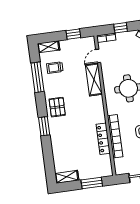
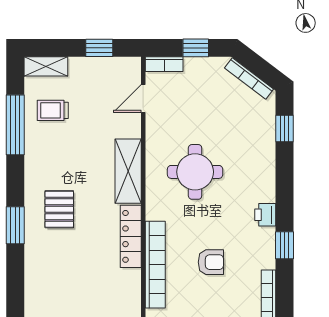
shelving: (94, 80) -> (128, 171), moved
pallet: (57, 107) -> (59, 209), moved
locker: (103, 139) -> (131, 236), moved

